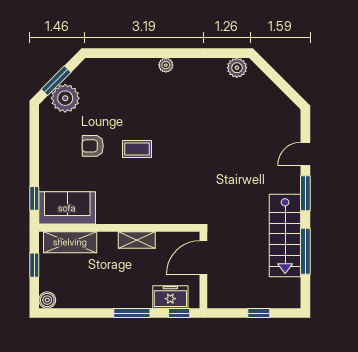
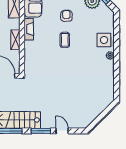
plant: (237, 68) -> (109, 94), removed
side table: (137, 76) -> (104, 40), added
fireplace: (117, 216) -> (29, 29), added

